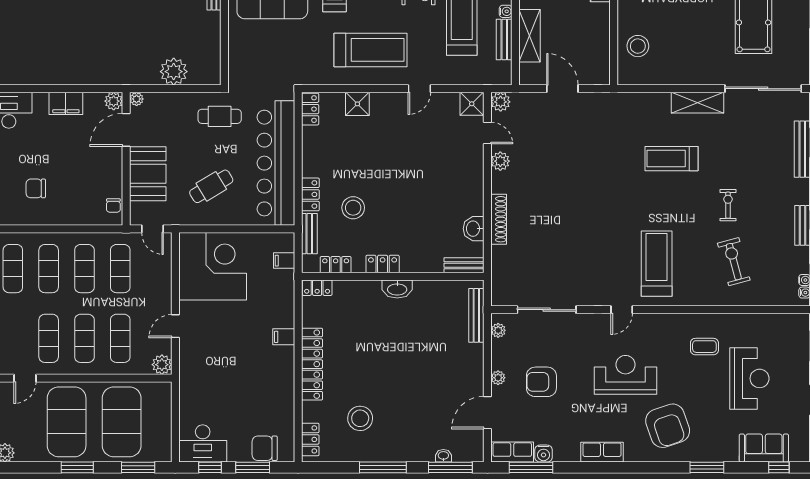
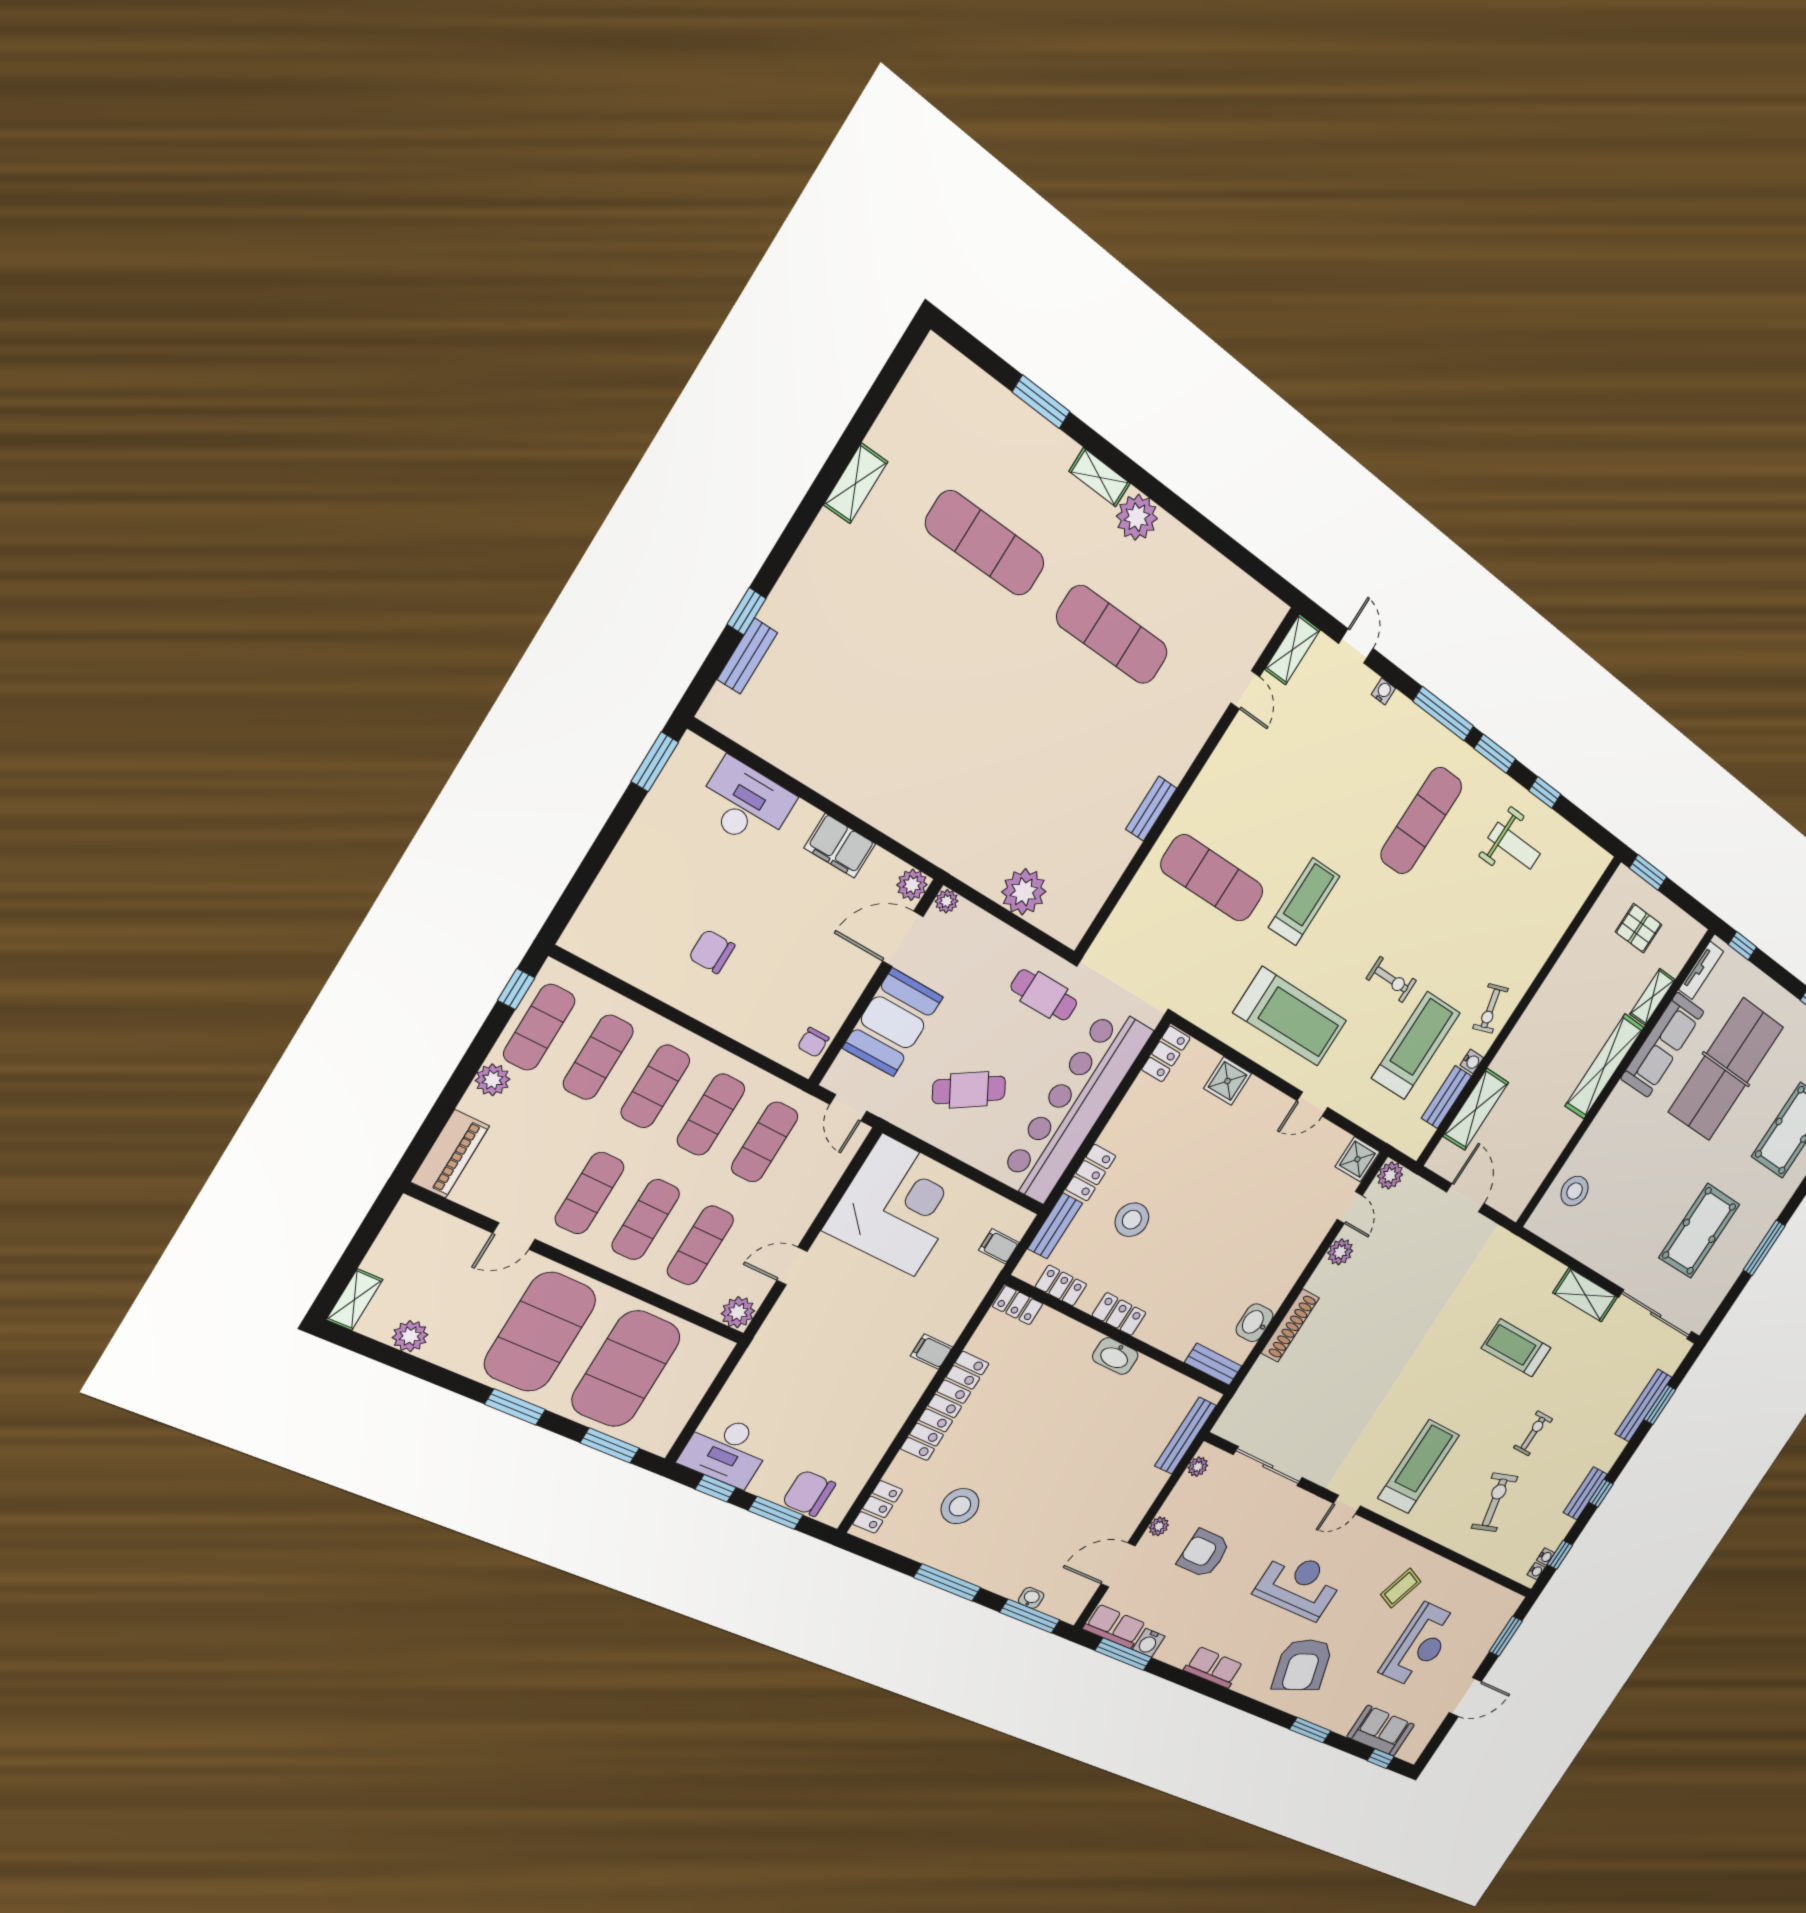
coffee table: (704, 347) -> (1401, 1588), turned -70

